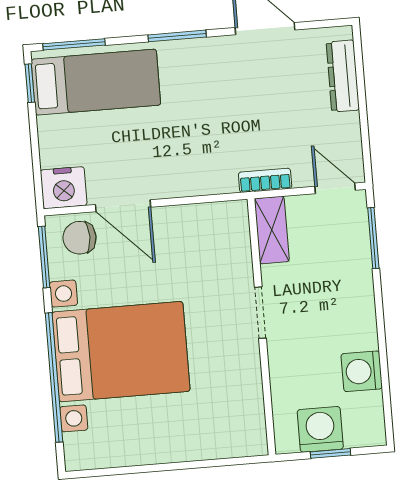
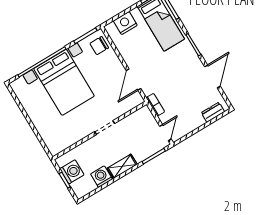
dresser: (343, 76) -> (213, 112), width x0.70
nightstand: (64, 188) -> (125, 23), moved, turned 90
door: (123, 206) -> (133, 80), moved
shelving: (272, 230) -> (122, 166), moved
chair: (80, 238) -> (99, 46), turned -90

